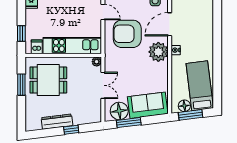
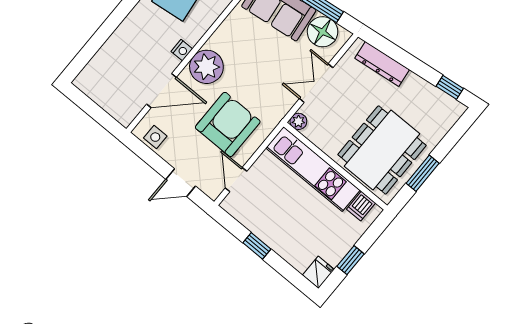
window: (21, 33) -> (351, 260), moved
armchair: (127, 34) -> (228, 124), turned -90
dining table: (48, 80) -> (382, 150), width x1.38
dresser: (57, 122) -> (382, 64), moved
window: (71, 130) -> (450, 87), moved

